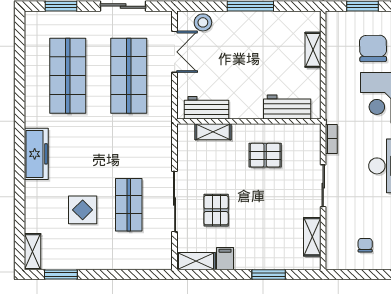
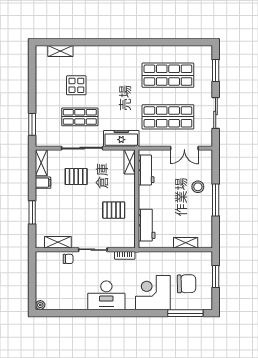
stool: (203, 22) -> (198, 187), moved
shelving: (213, 132) -> (130, 162), moved
freezer: (36, 154) -> (121, 138), moved, turned 180
pallet: (265, 155) -> (114, 210), turned 90
chair: (365, 245) -> (68, 259), moved
shelving: (32, 252) -> (60, 51), moved
window: (61, 274) -> (32, 124), moved

